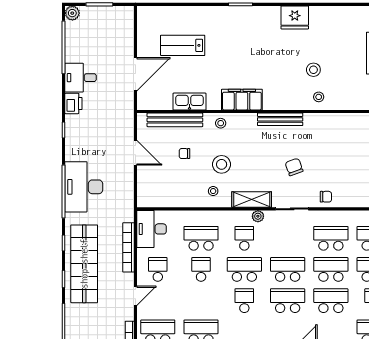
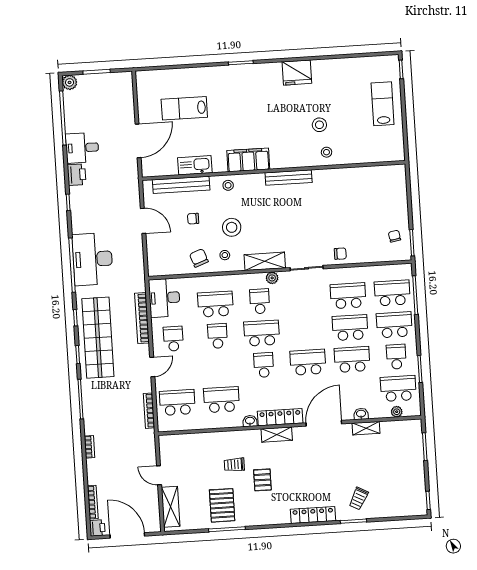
chair: (294, 167) -> (199, 258), moved
school desk: (288, 269) -> (306, 330), removed

